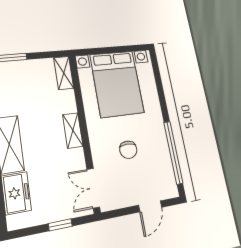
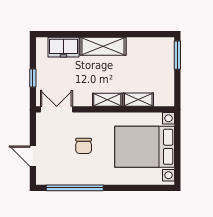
shelving: (64, 73) -> (138, 100), moved
chair: (128, 150) -> (84, 146), turned -90

